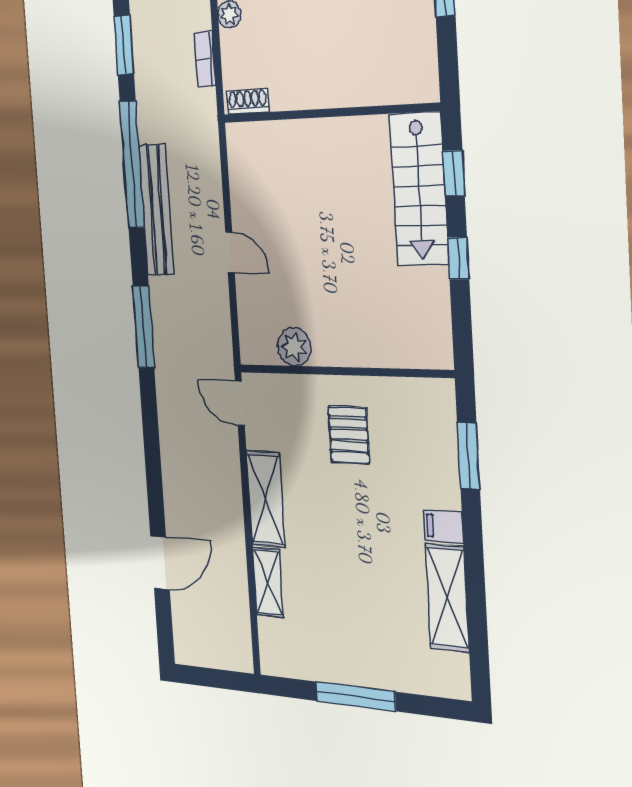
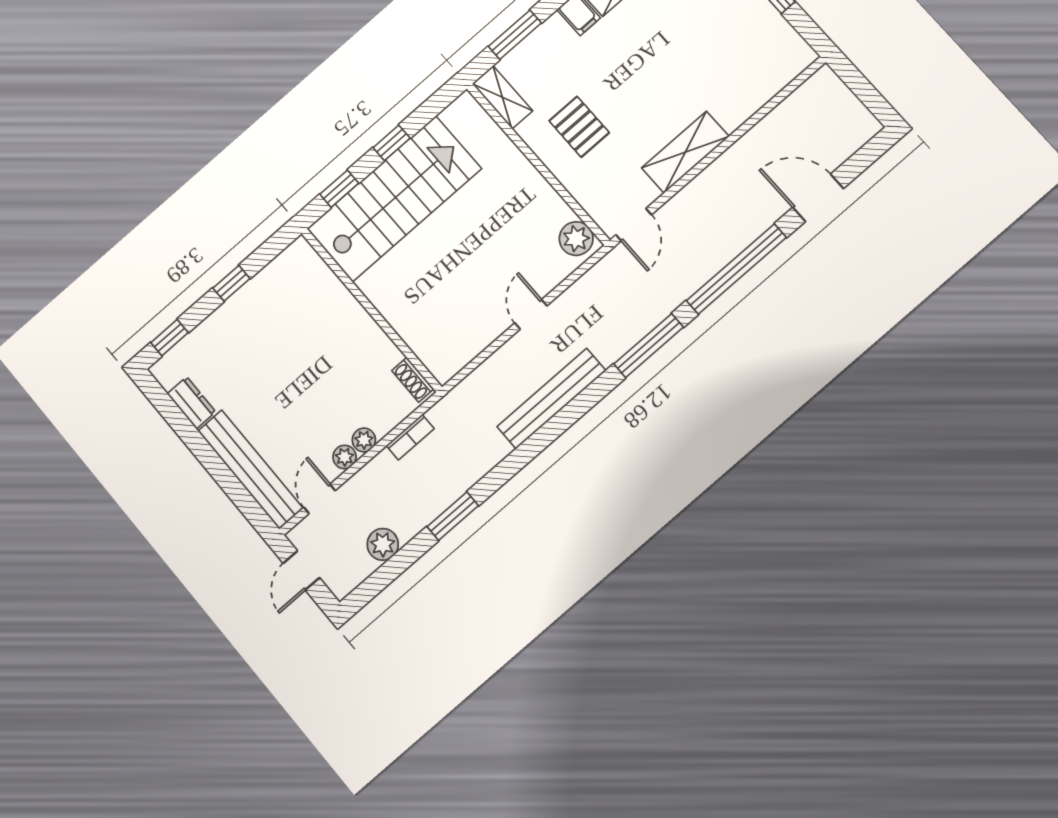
window: (132, 165) -> (736, 269), moved
stairs: (419, 189) -> (394, 199), width x1.36, depth x1.51
plant: (294, 347) -> (576, 239), moved
pallet: (349, 435) -> (579, 127), turned 90
shelving: (268, 582) -> (502, 97), moved, turned 90

